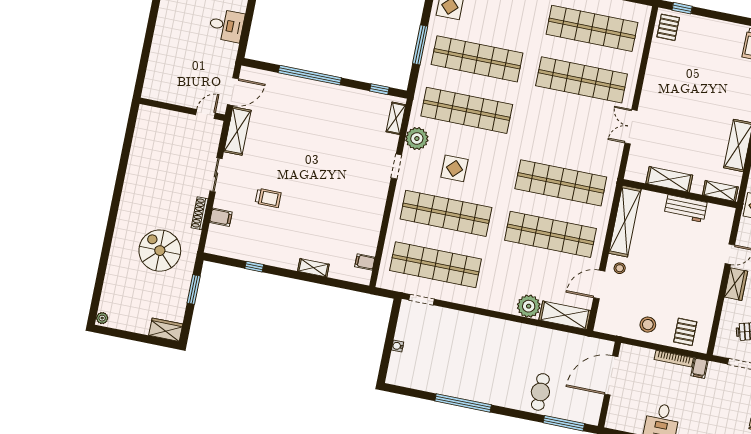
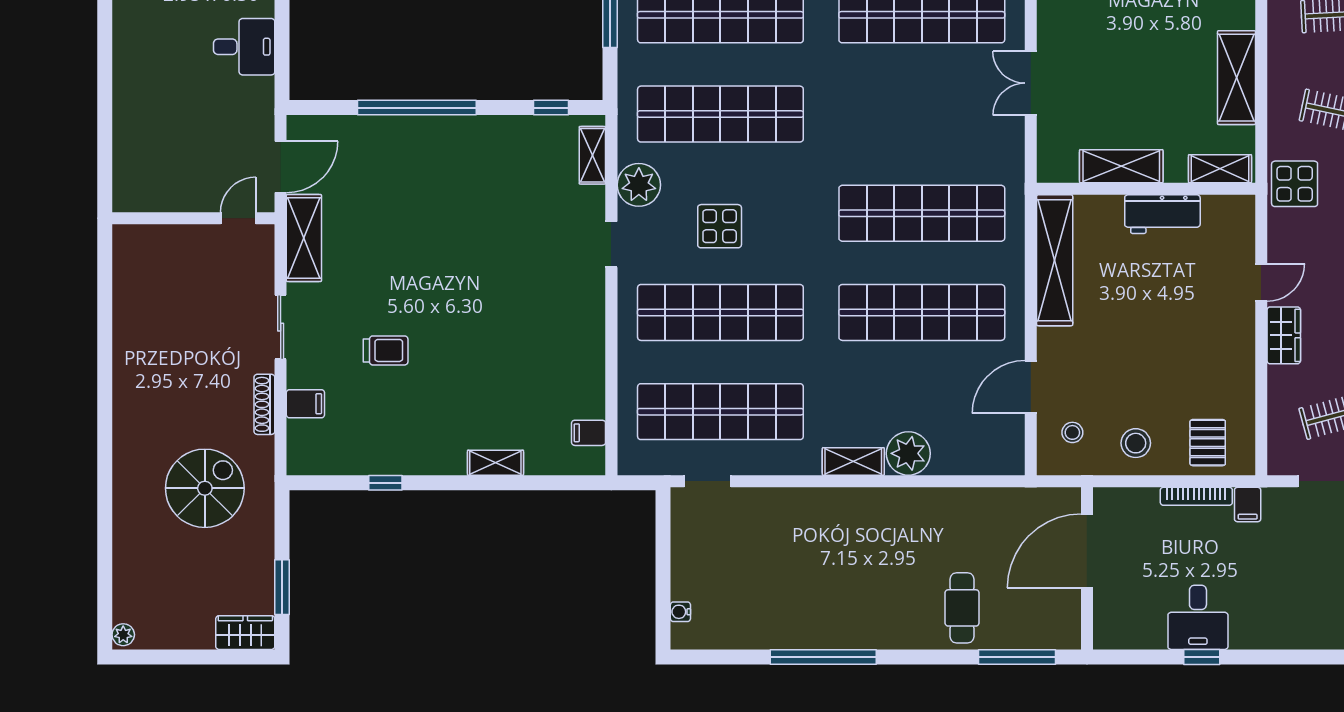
spiral stairs: (160, 251) -> (205, 488), turned 90
stool: (620, 268) -> (1072, 432), moved
window: (194, 290) -> (282, 587), moved
shelving: (565, 315) -> (853, 461), moved, width x0.67, depth x0.75
water cooler: (398, 346) -> (680, 612), moved

